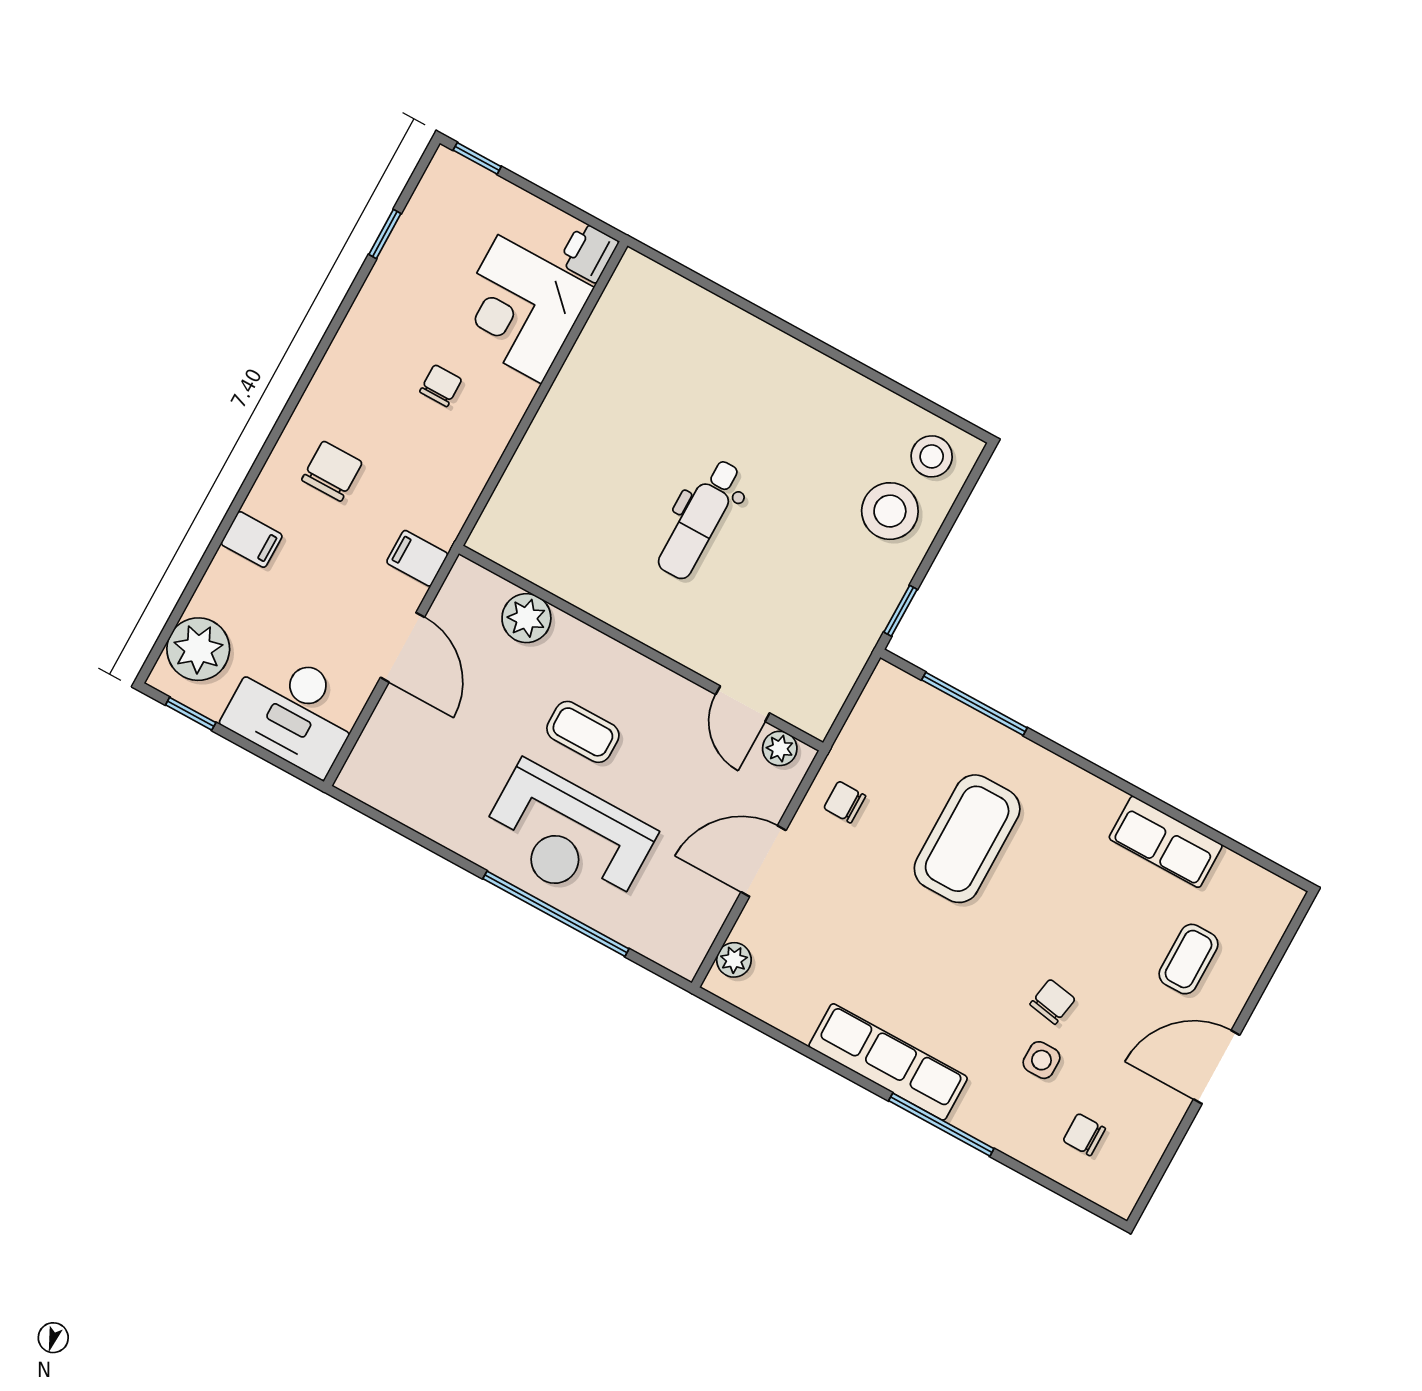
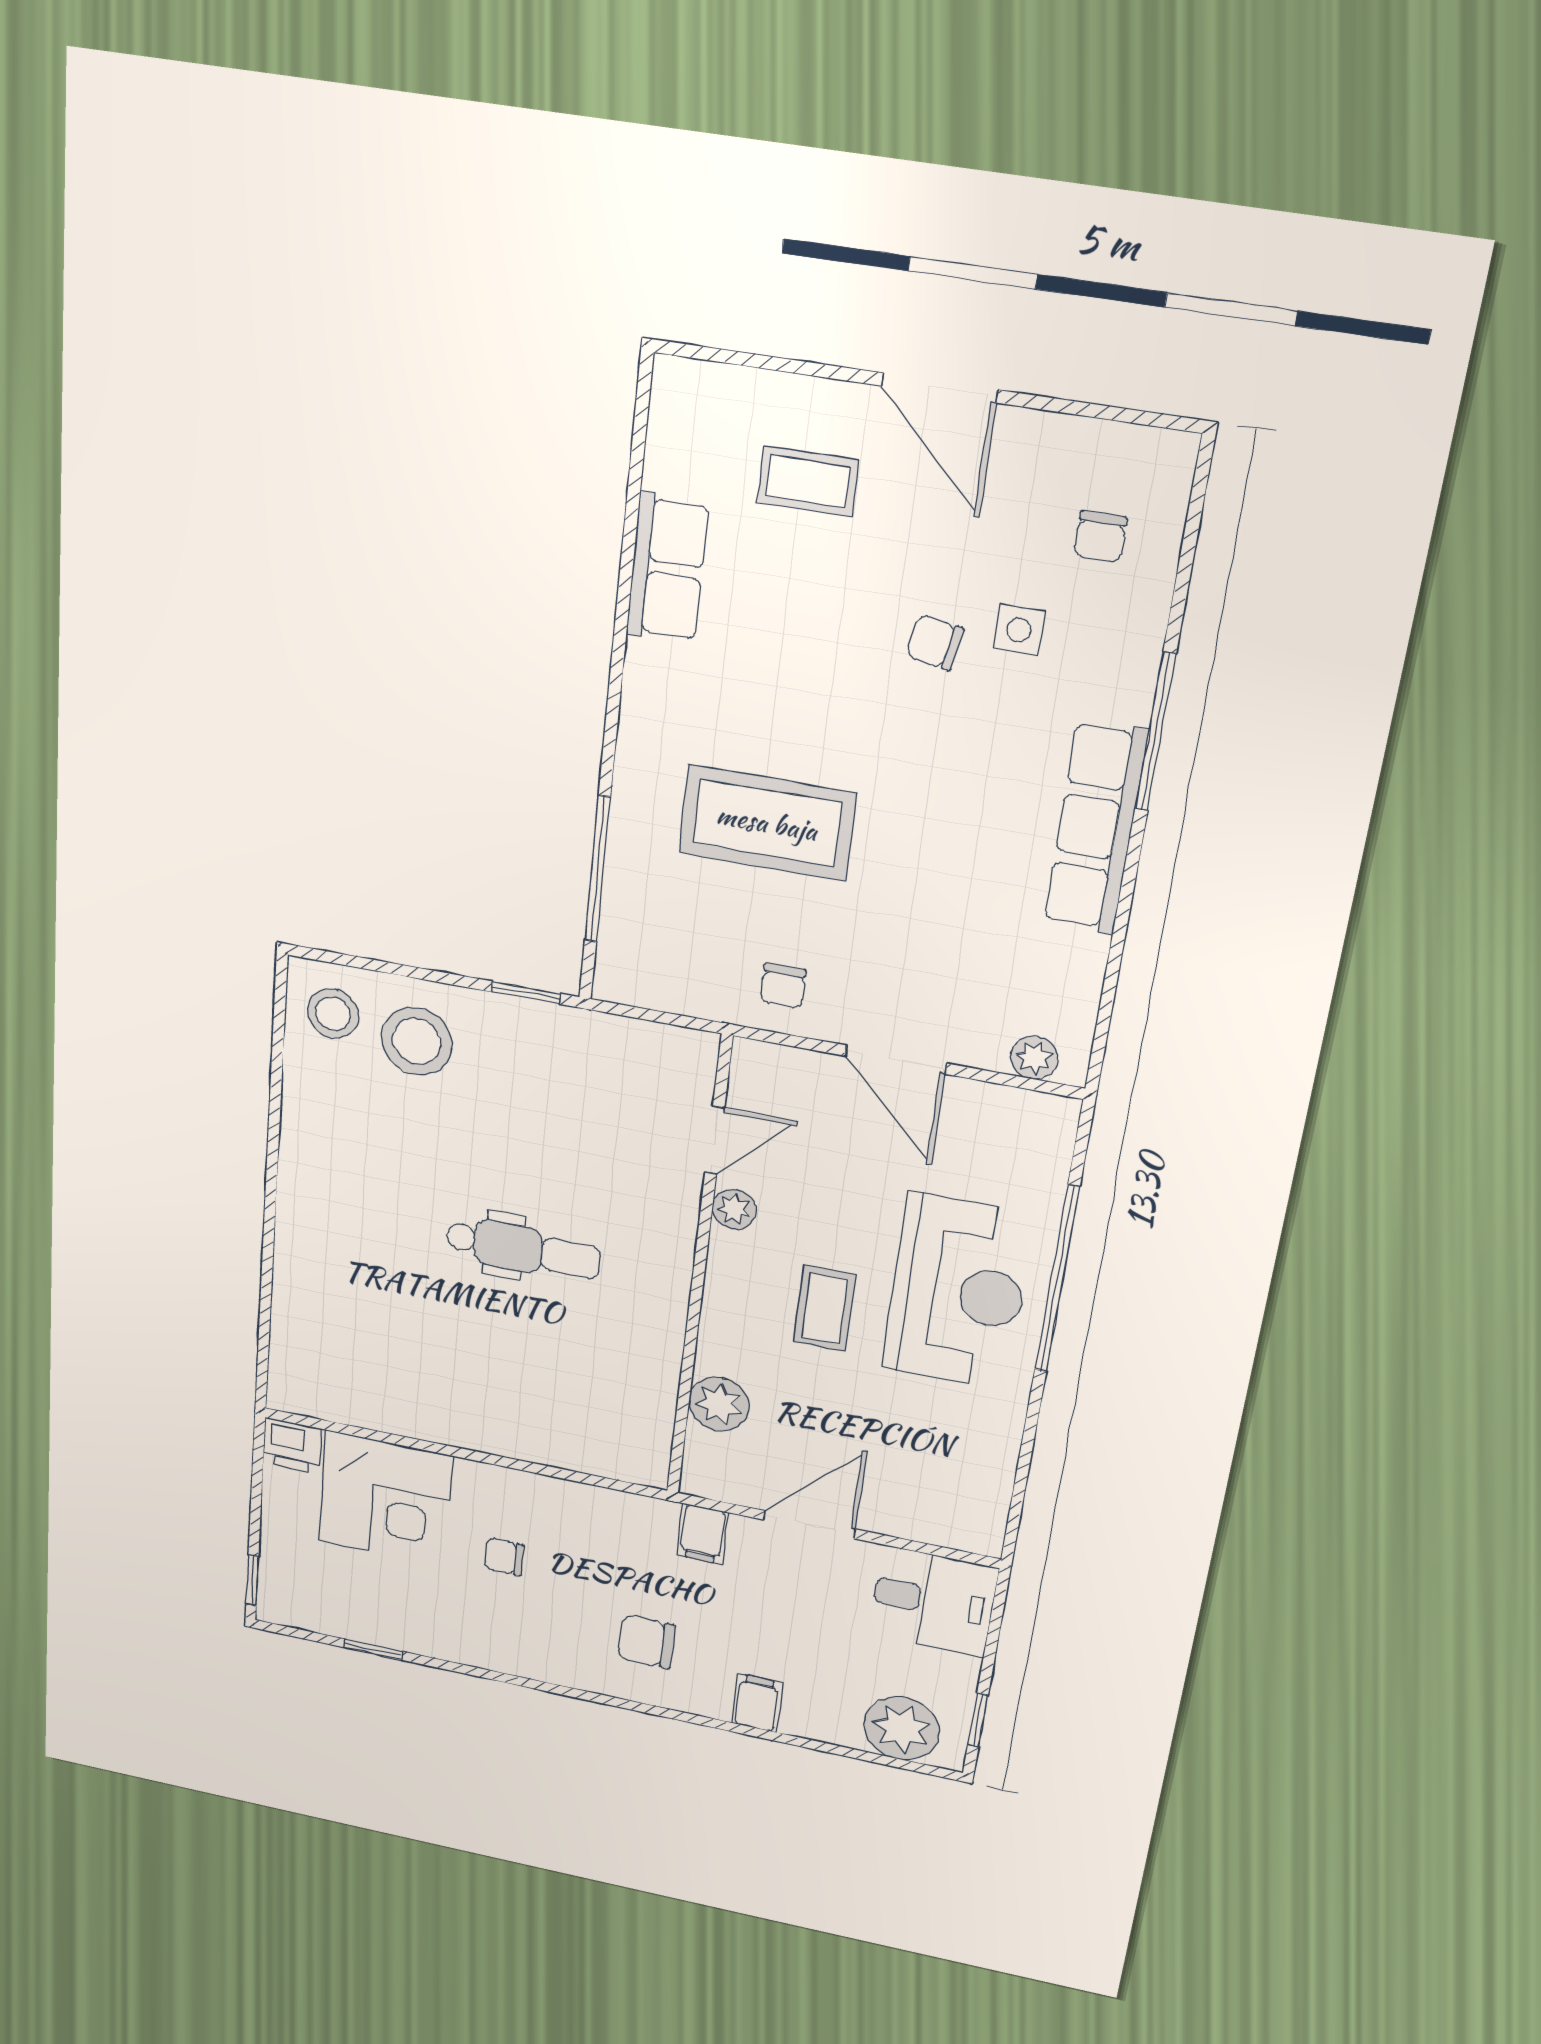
desk: (294, 711) -> (934, 1601), width x0.73
plant: (780, 748) -> (734, 1209), moved

